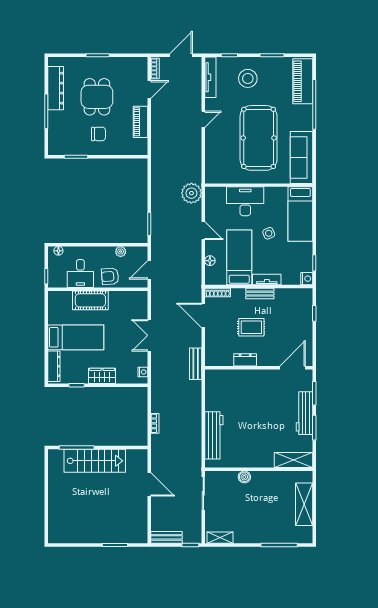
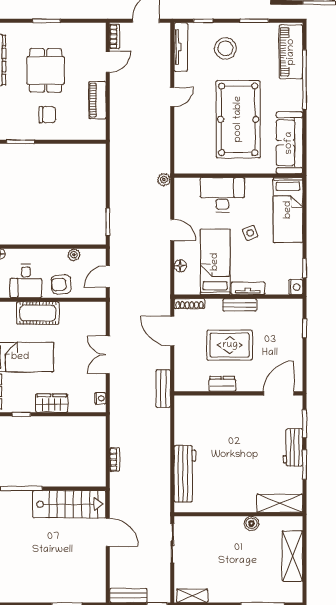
plant: (191, 193) -> (164, 180), width x0.53, depth x0.53
rug: (251, 327) -> (230, 345), width x1.36, depth x1.43
workbench: (304, 413) -> (293, 447), width x0.73
stairs: (95, 461) -> (69, 504), moved
boiler: (244, 477) -> (251, 523), moved

